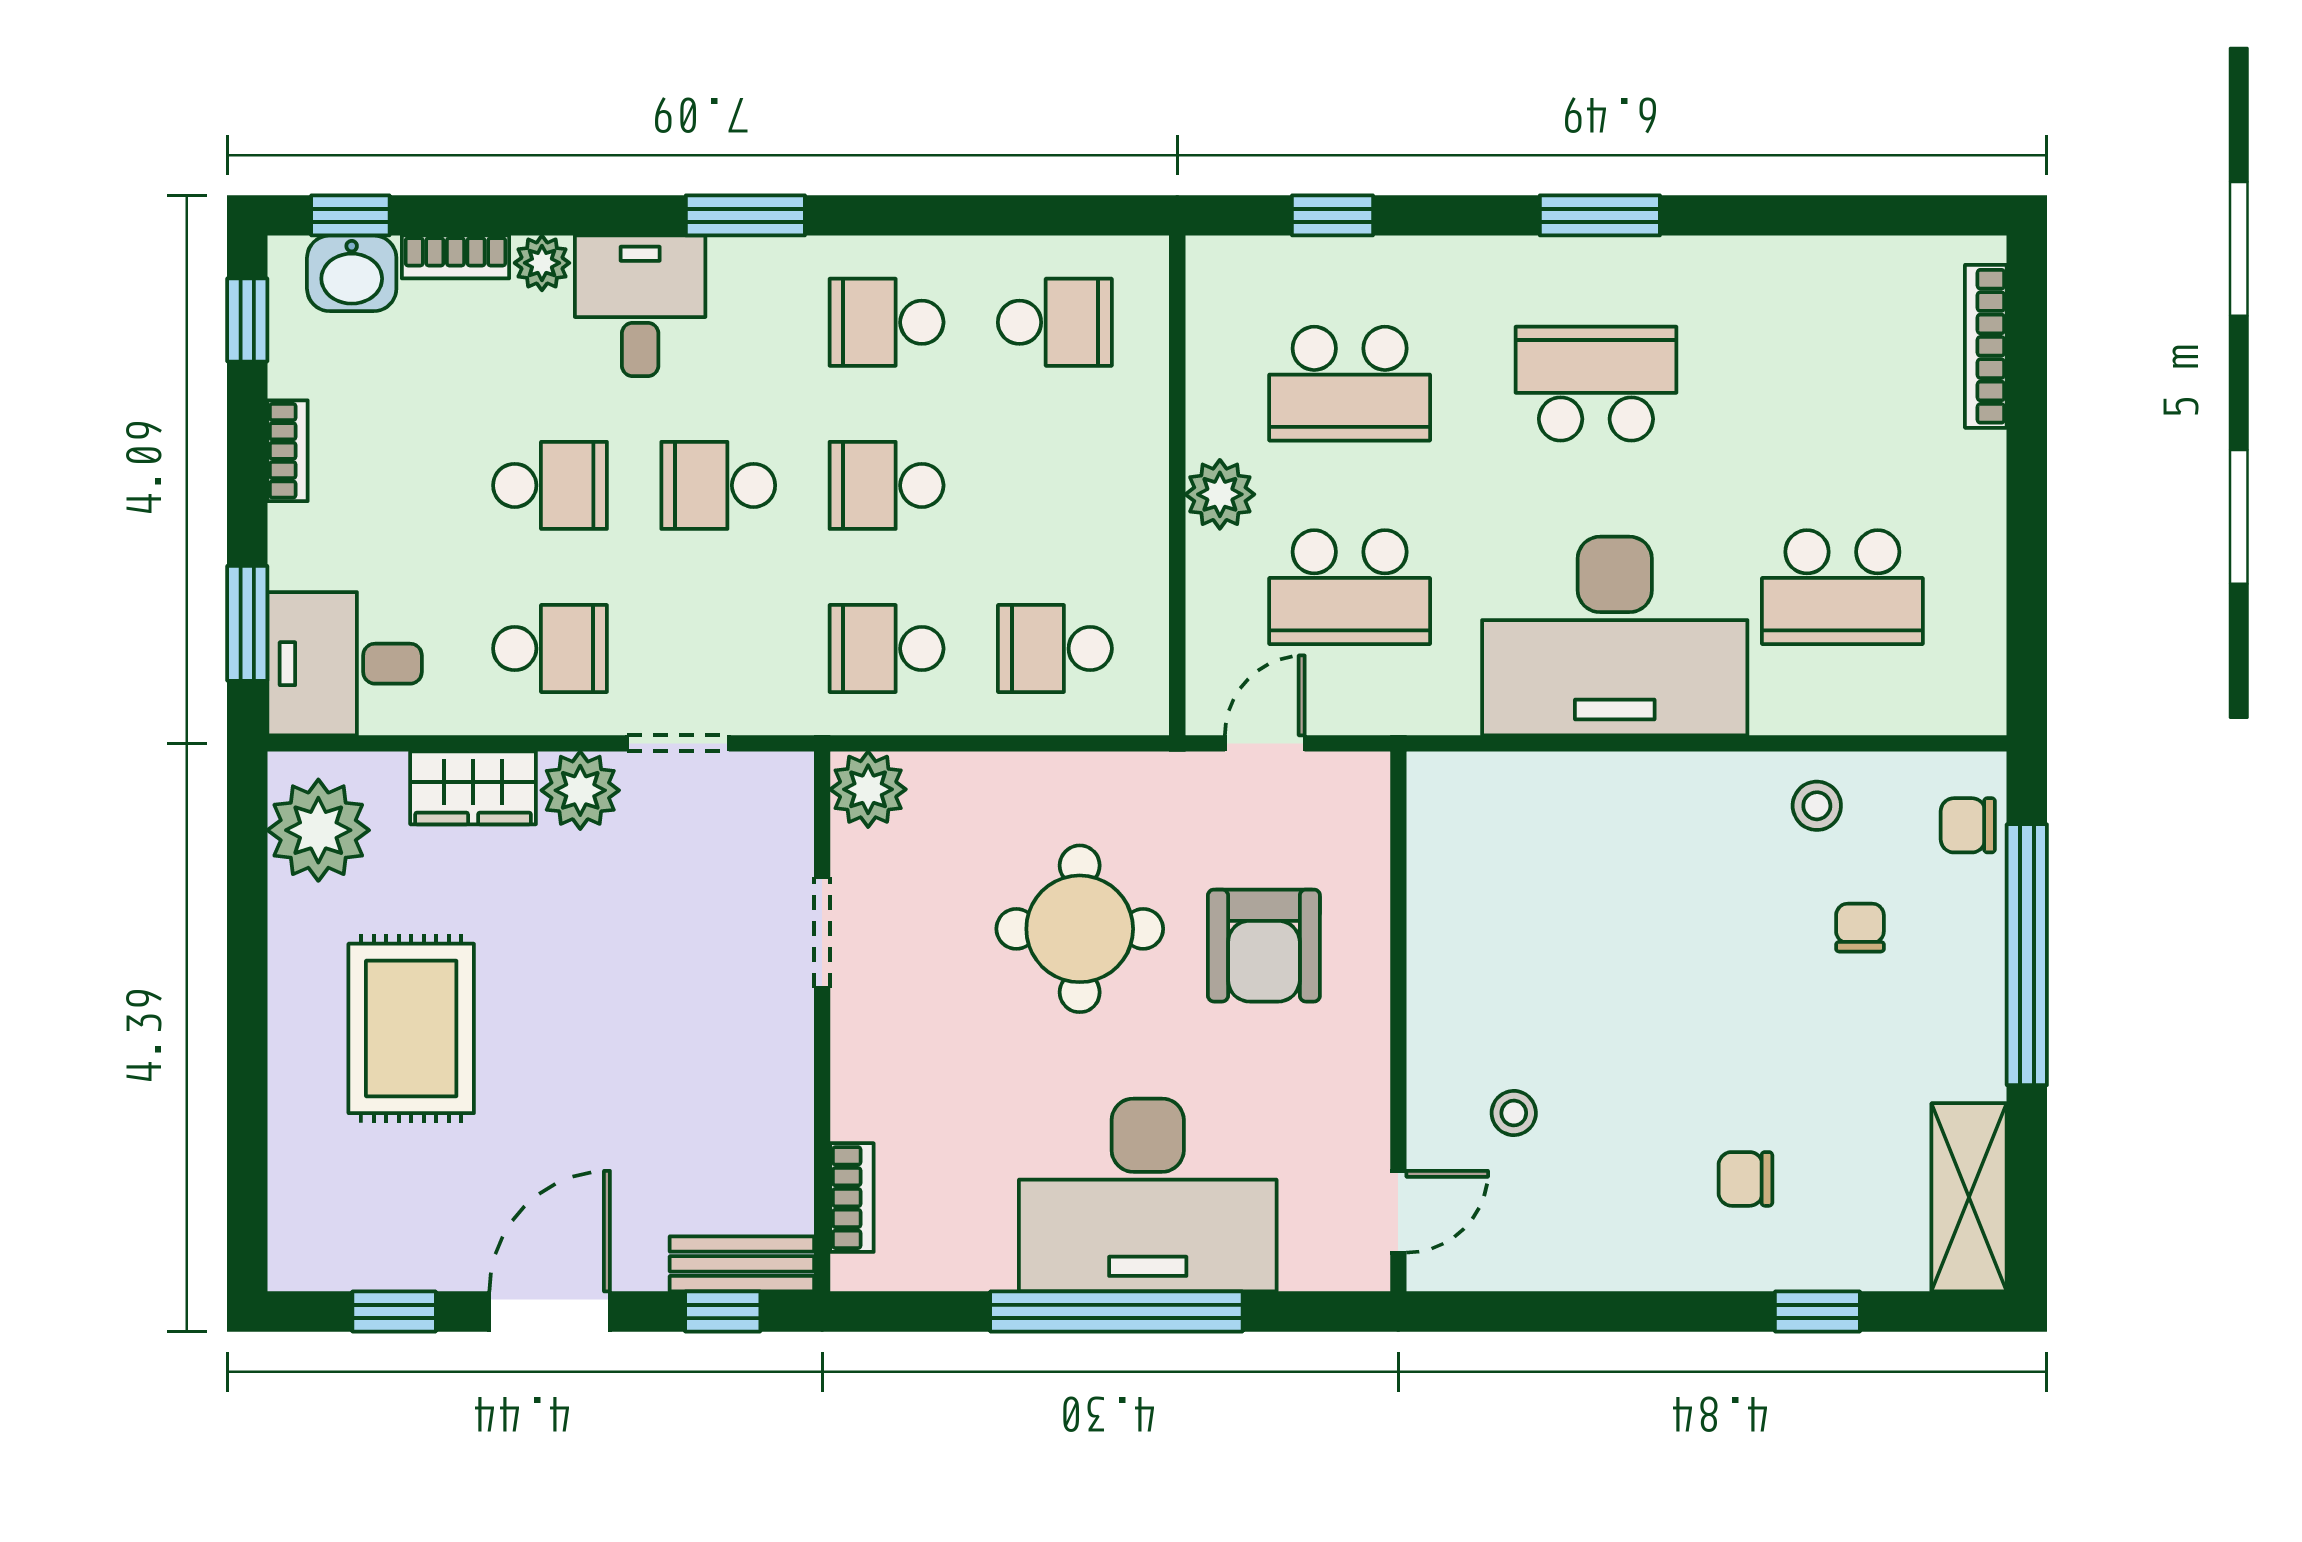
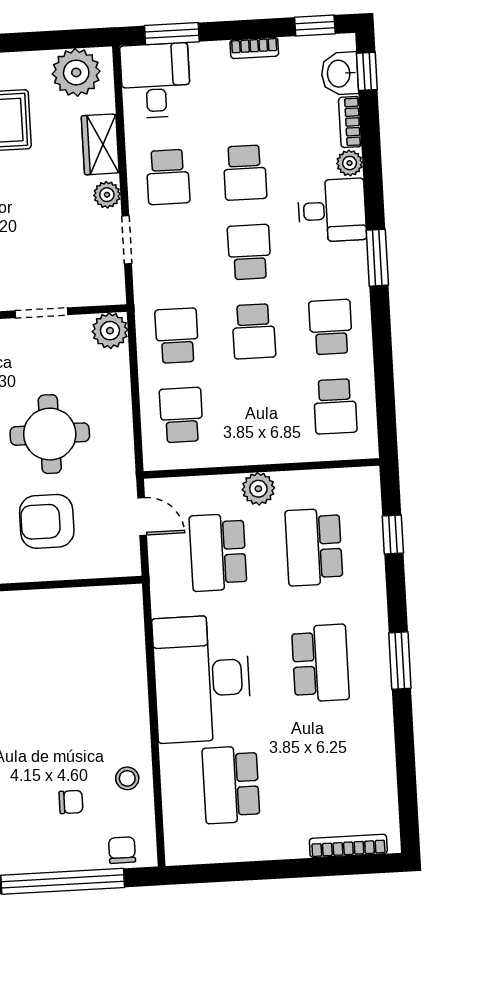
school desk: (887, 485) -> (254, 331), turned 180
plant: (580, 790) -> (107, 195), width x0.73, depth x0.73

